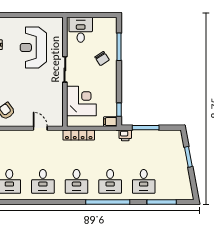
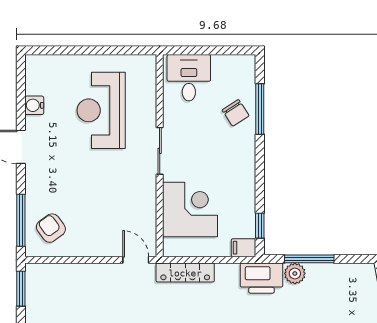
chair: (102, 58) -> (236, 113), moved
door: (40, 128) -> (136, 260), moved
printer: (125, 135) -> (261, 278), width x1.87, depth x1.48
plant: (138, 136) -> (295, 273), added

